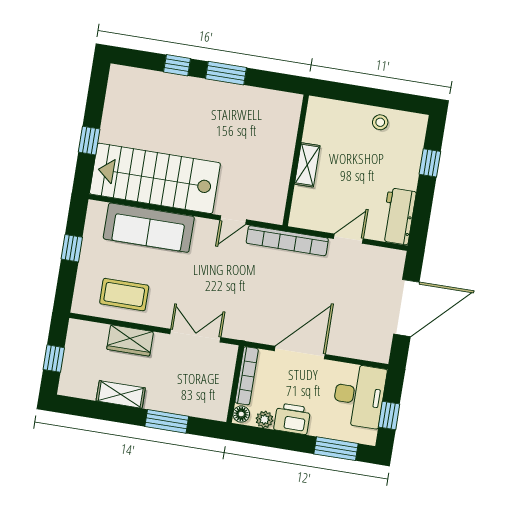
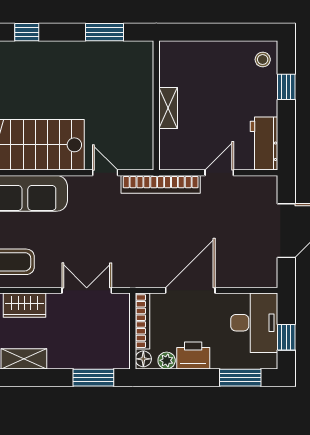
window: (226, 73) -> (104, 32), moved
stool: (380, 122) -> (263, 60), moved
door: (233, 220) -> (105, 173), swing flipped
window: (167, 421) -> (93, 378), moved

